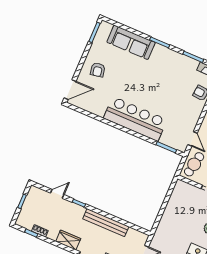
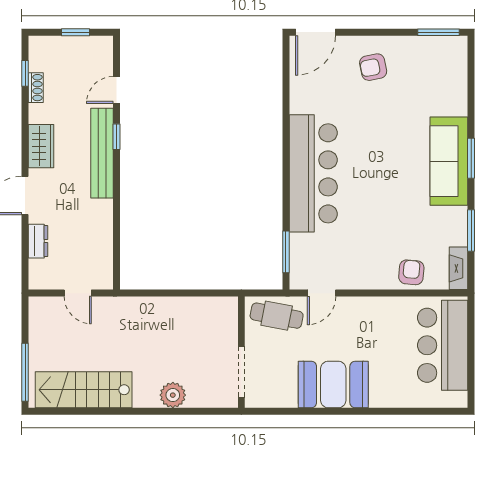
sofa: (131, 42) -> (449, 161), moved
door: (70, 90) -> (316, 32), hinge flipped
door: (57, 194) -> (116, 90), swing flipped
bench: (106, 223) -> (102, 153), moved

